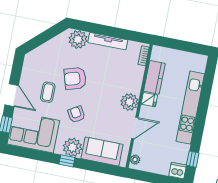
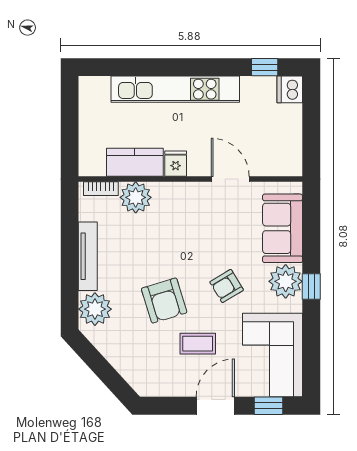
plant: (129, 102) -> (136, 197), moved
plant: (135, 160) -> (285, 168), removed

